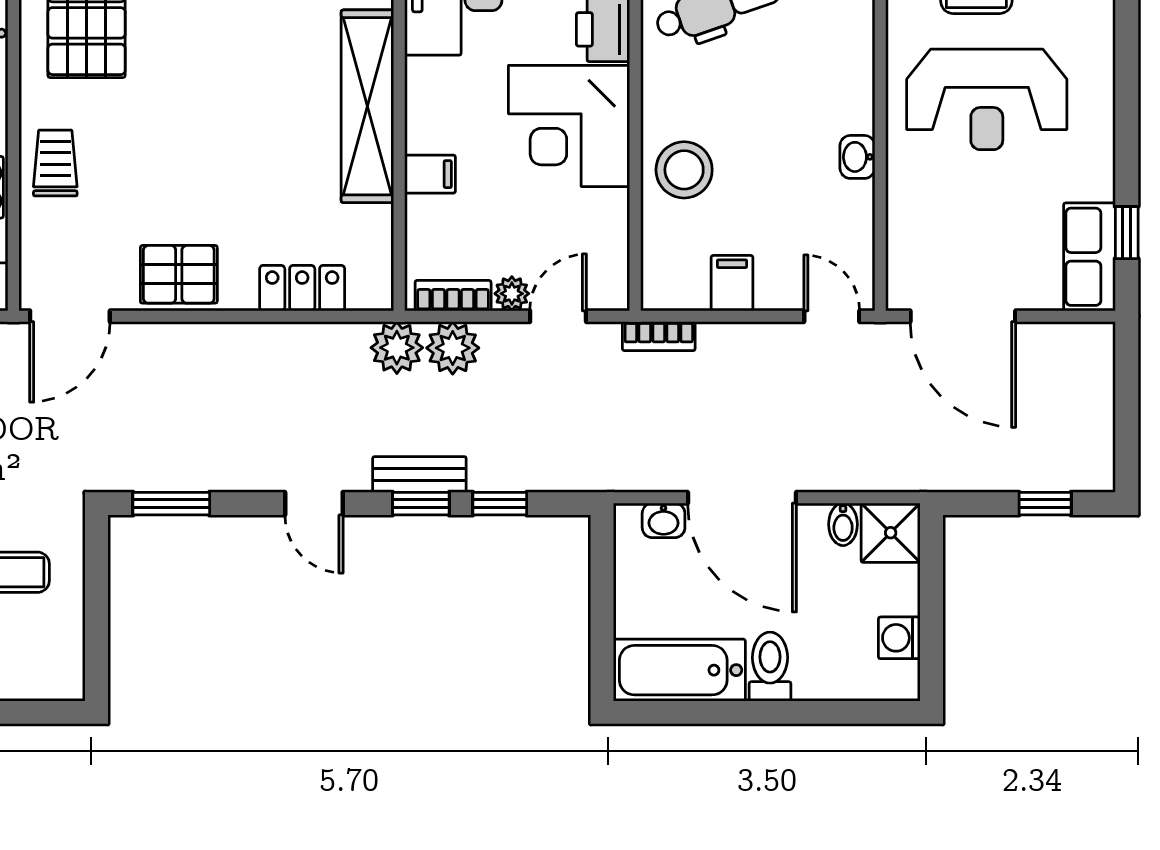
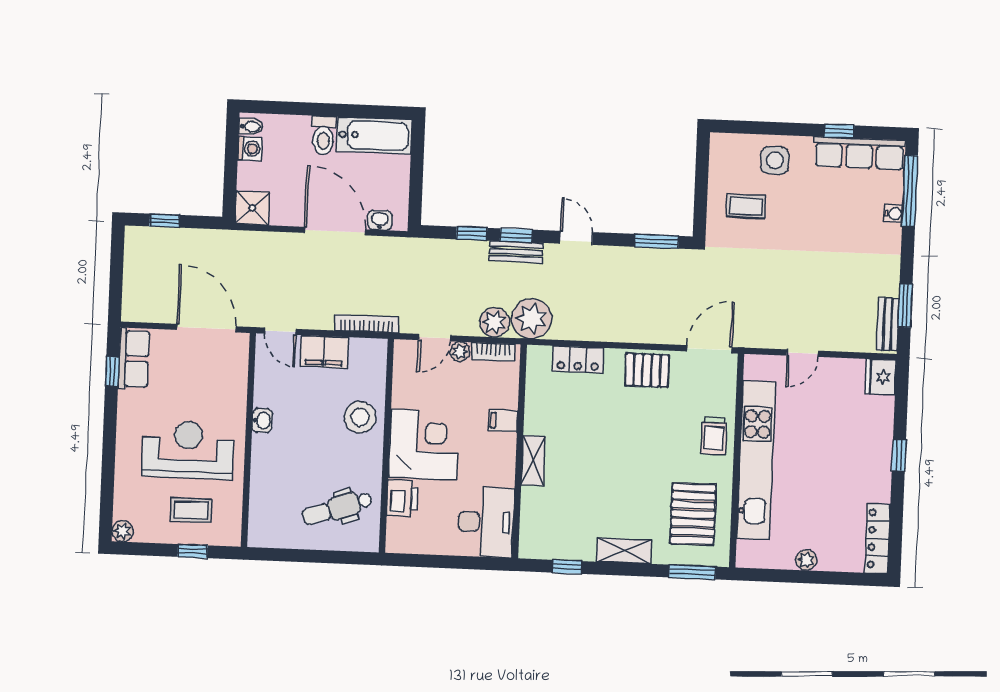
shelving: (367, 106) -> (533, 460), width x0.45, depth x0.75
filing cabinet: (732, 283) -> (324, 352), width x2.00
bookcase: (659, 336) -> (367, 324), width x1.56
plant: (397, 348) -> (532, 319), width x1.36, depth x1.36
bidet: (843, 524) -> (251, 127), moved, turned 90

